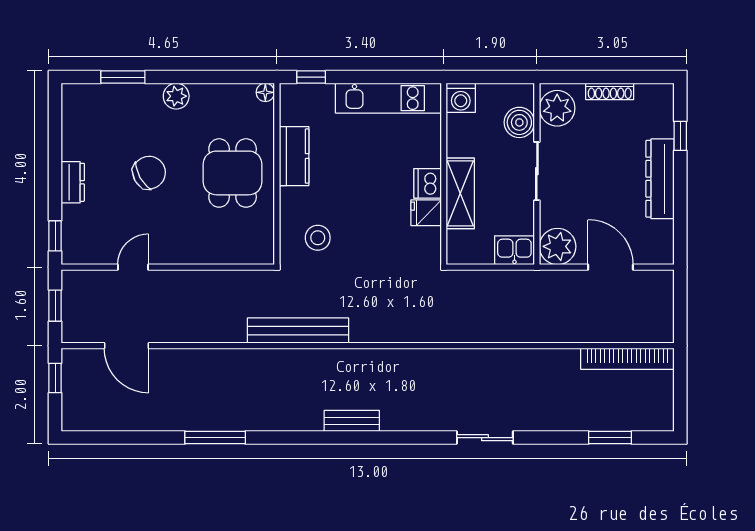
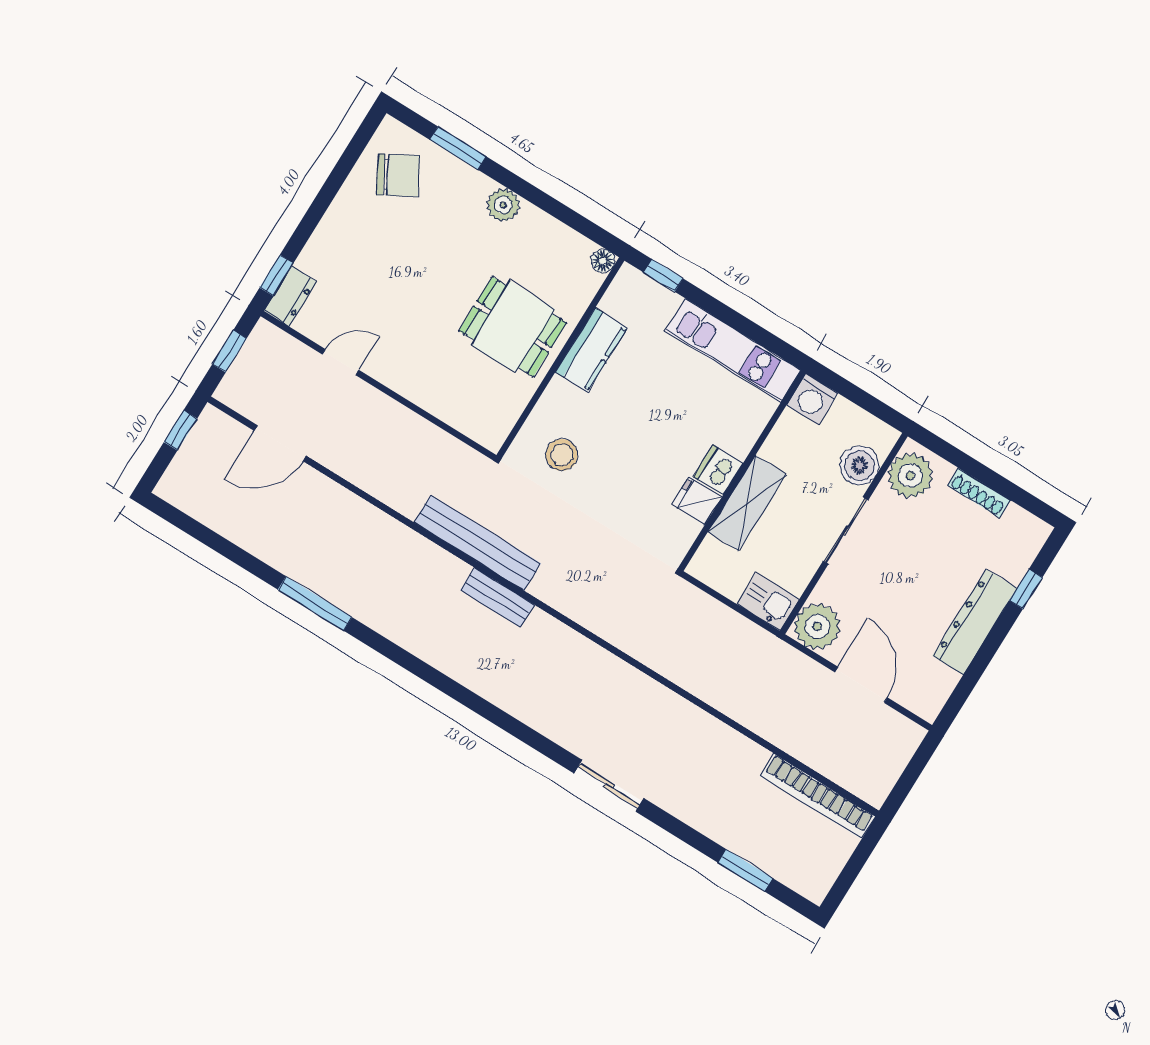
chair: (149, 173) -> (398, 175), moved
dining table: (233, 173) -> (513, 327), turned 90
dresser: (73, 182) -> (290, 296), moved
door: (126, 346) -> (280, 443), hinge flipped
bench: (352, 421) -> (497, 597), moved

